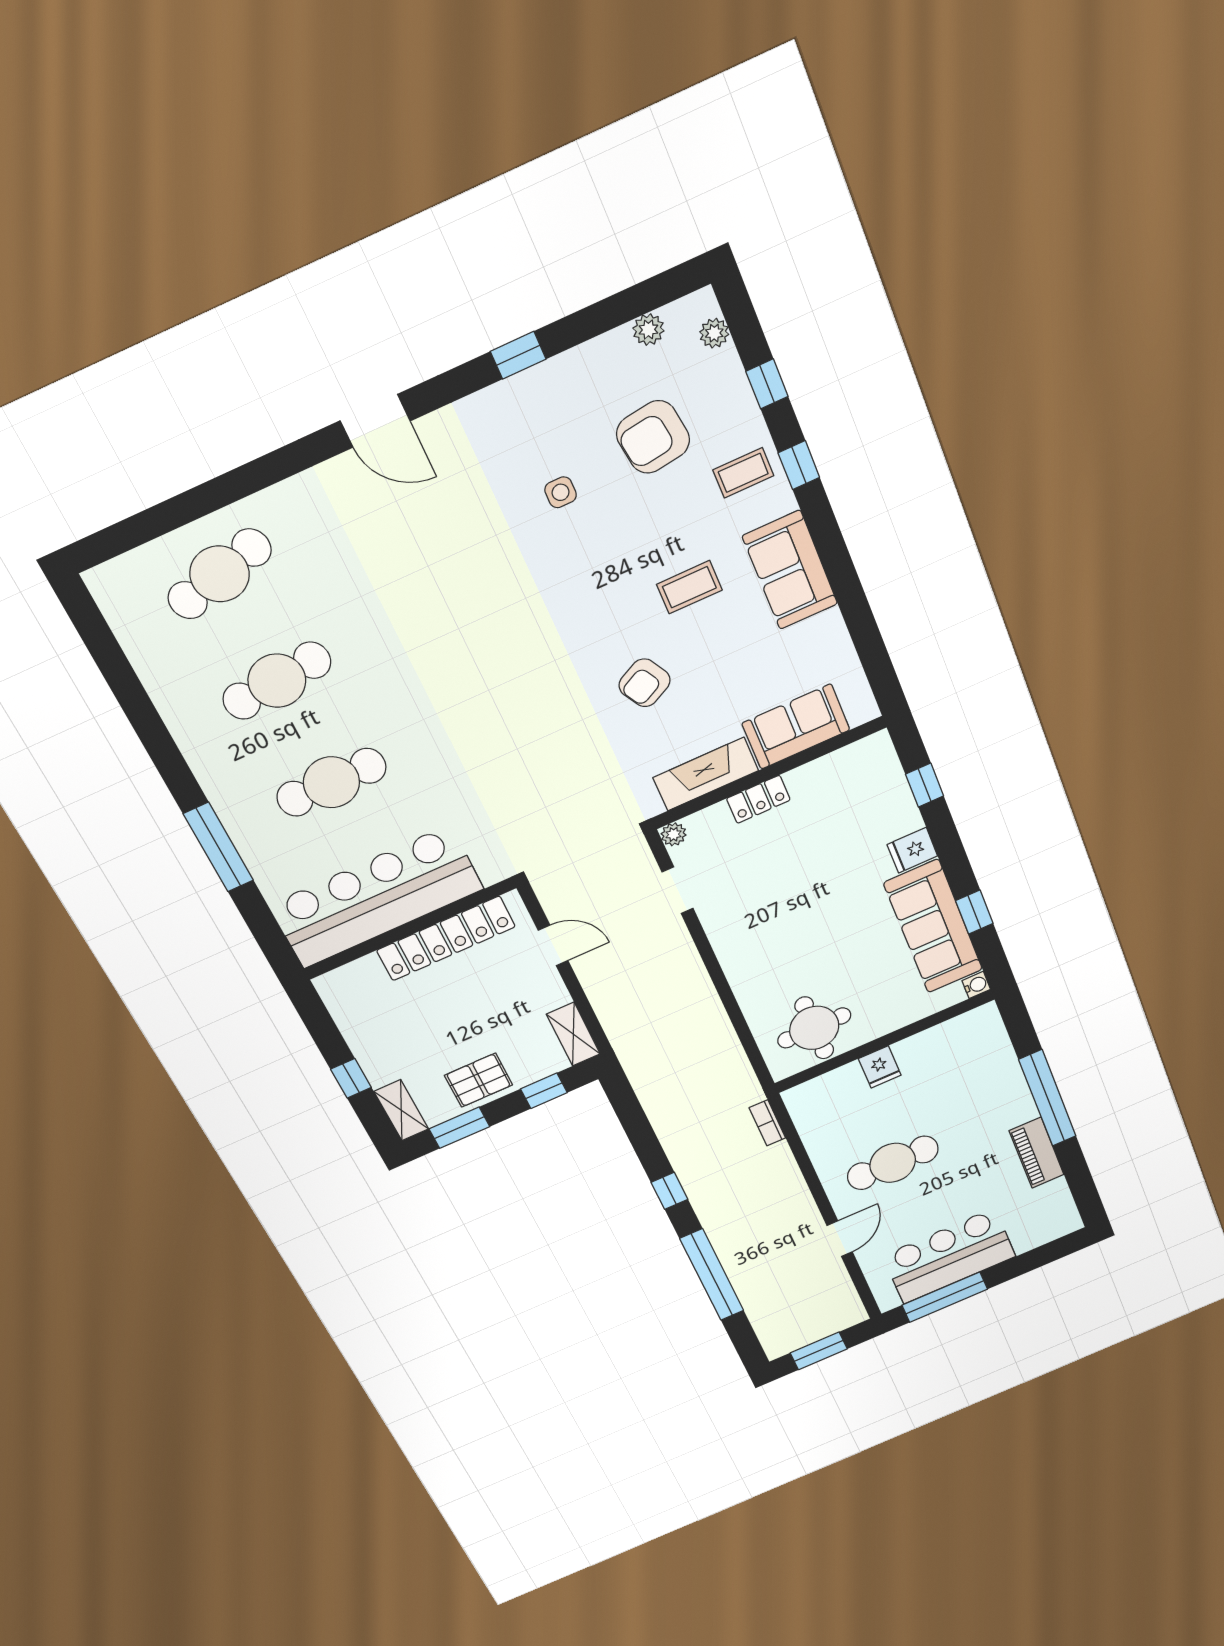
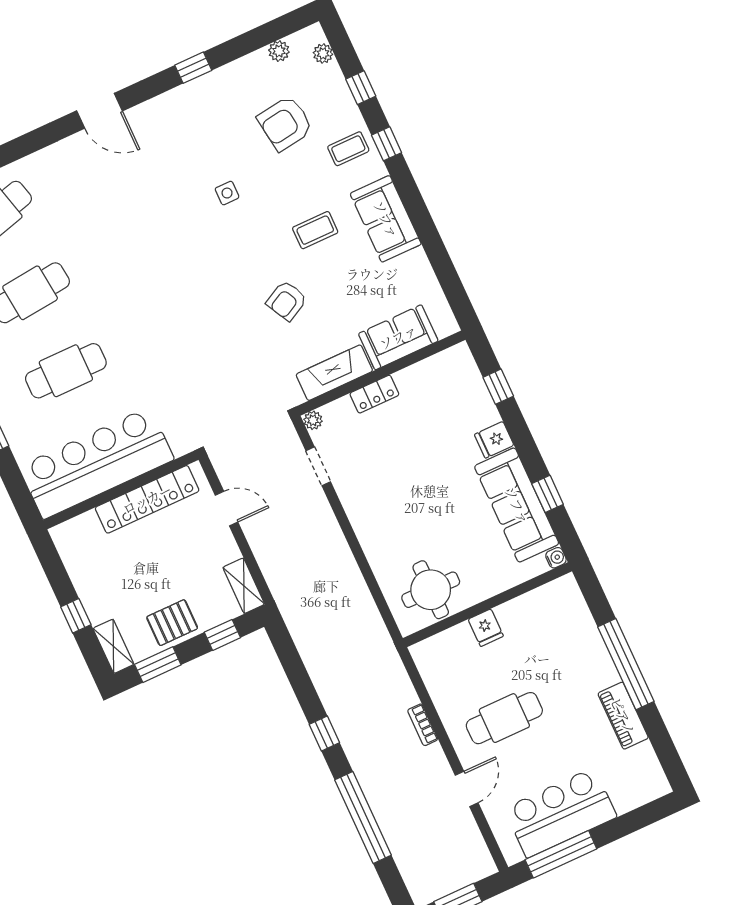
side table: (561, 492) -> (227, 193), moved
bookcase: (767, 1123) -> (423, 725), moved

